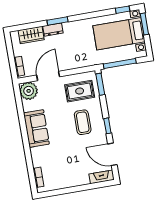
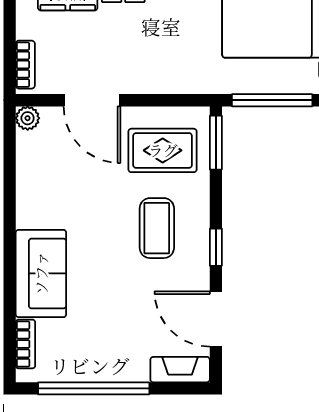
door: (48, 76) -> (92, 100), swing flipped
plant: (29, 91) -> (28, 118), width x0.53, depth x0.53
sofa: (36, 128) -> (41, 273), moved
window: (69, 190) -> (94, 388), added

